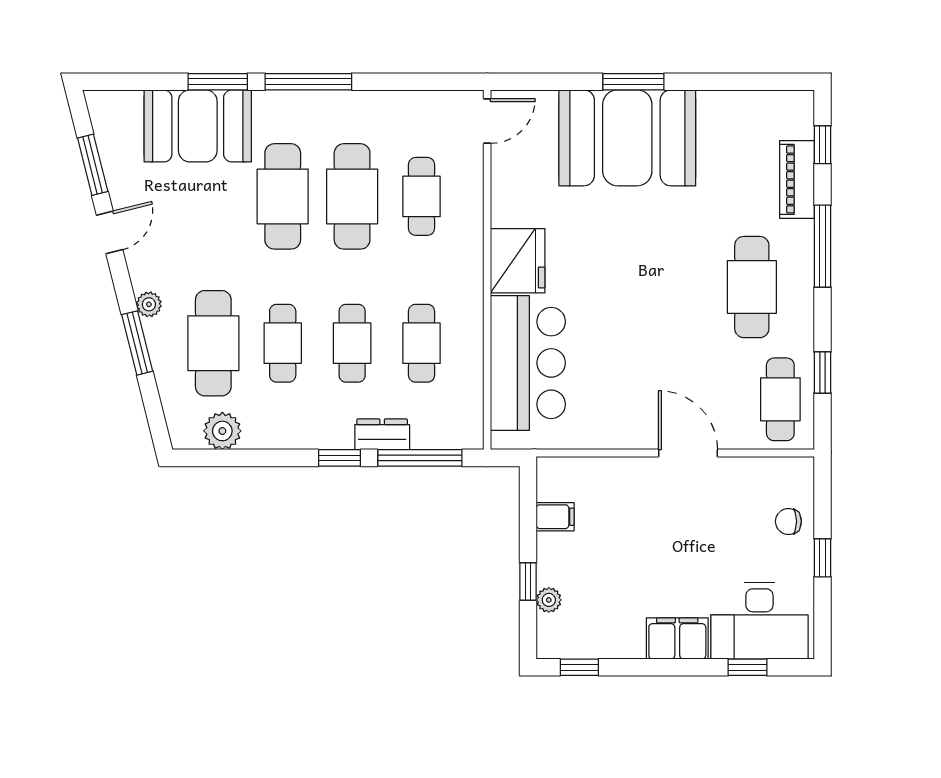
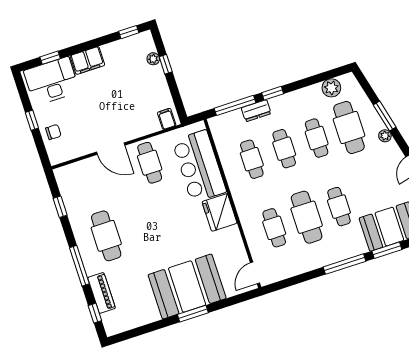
cafe table: (283, 196) -> (339, 207), width x0.73, depth x0.74
cafe table: (780, 399) -> (150, 163), moved
filing cabinet: (555, 517) -> (167, 119), moved, turned 90

